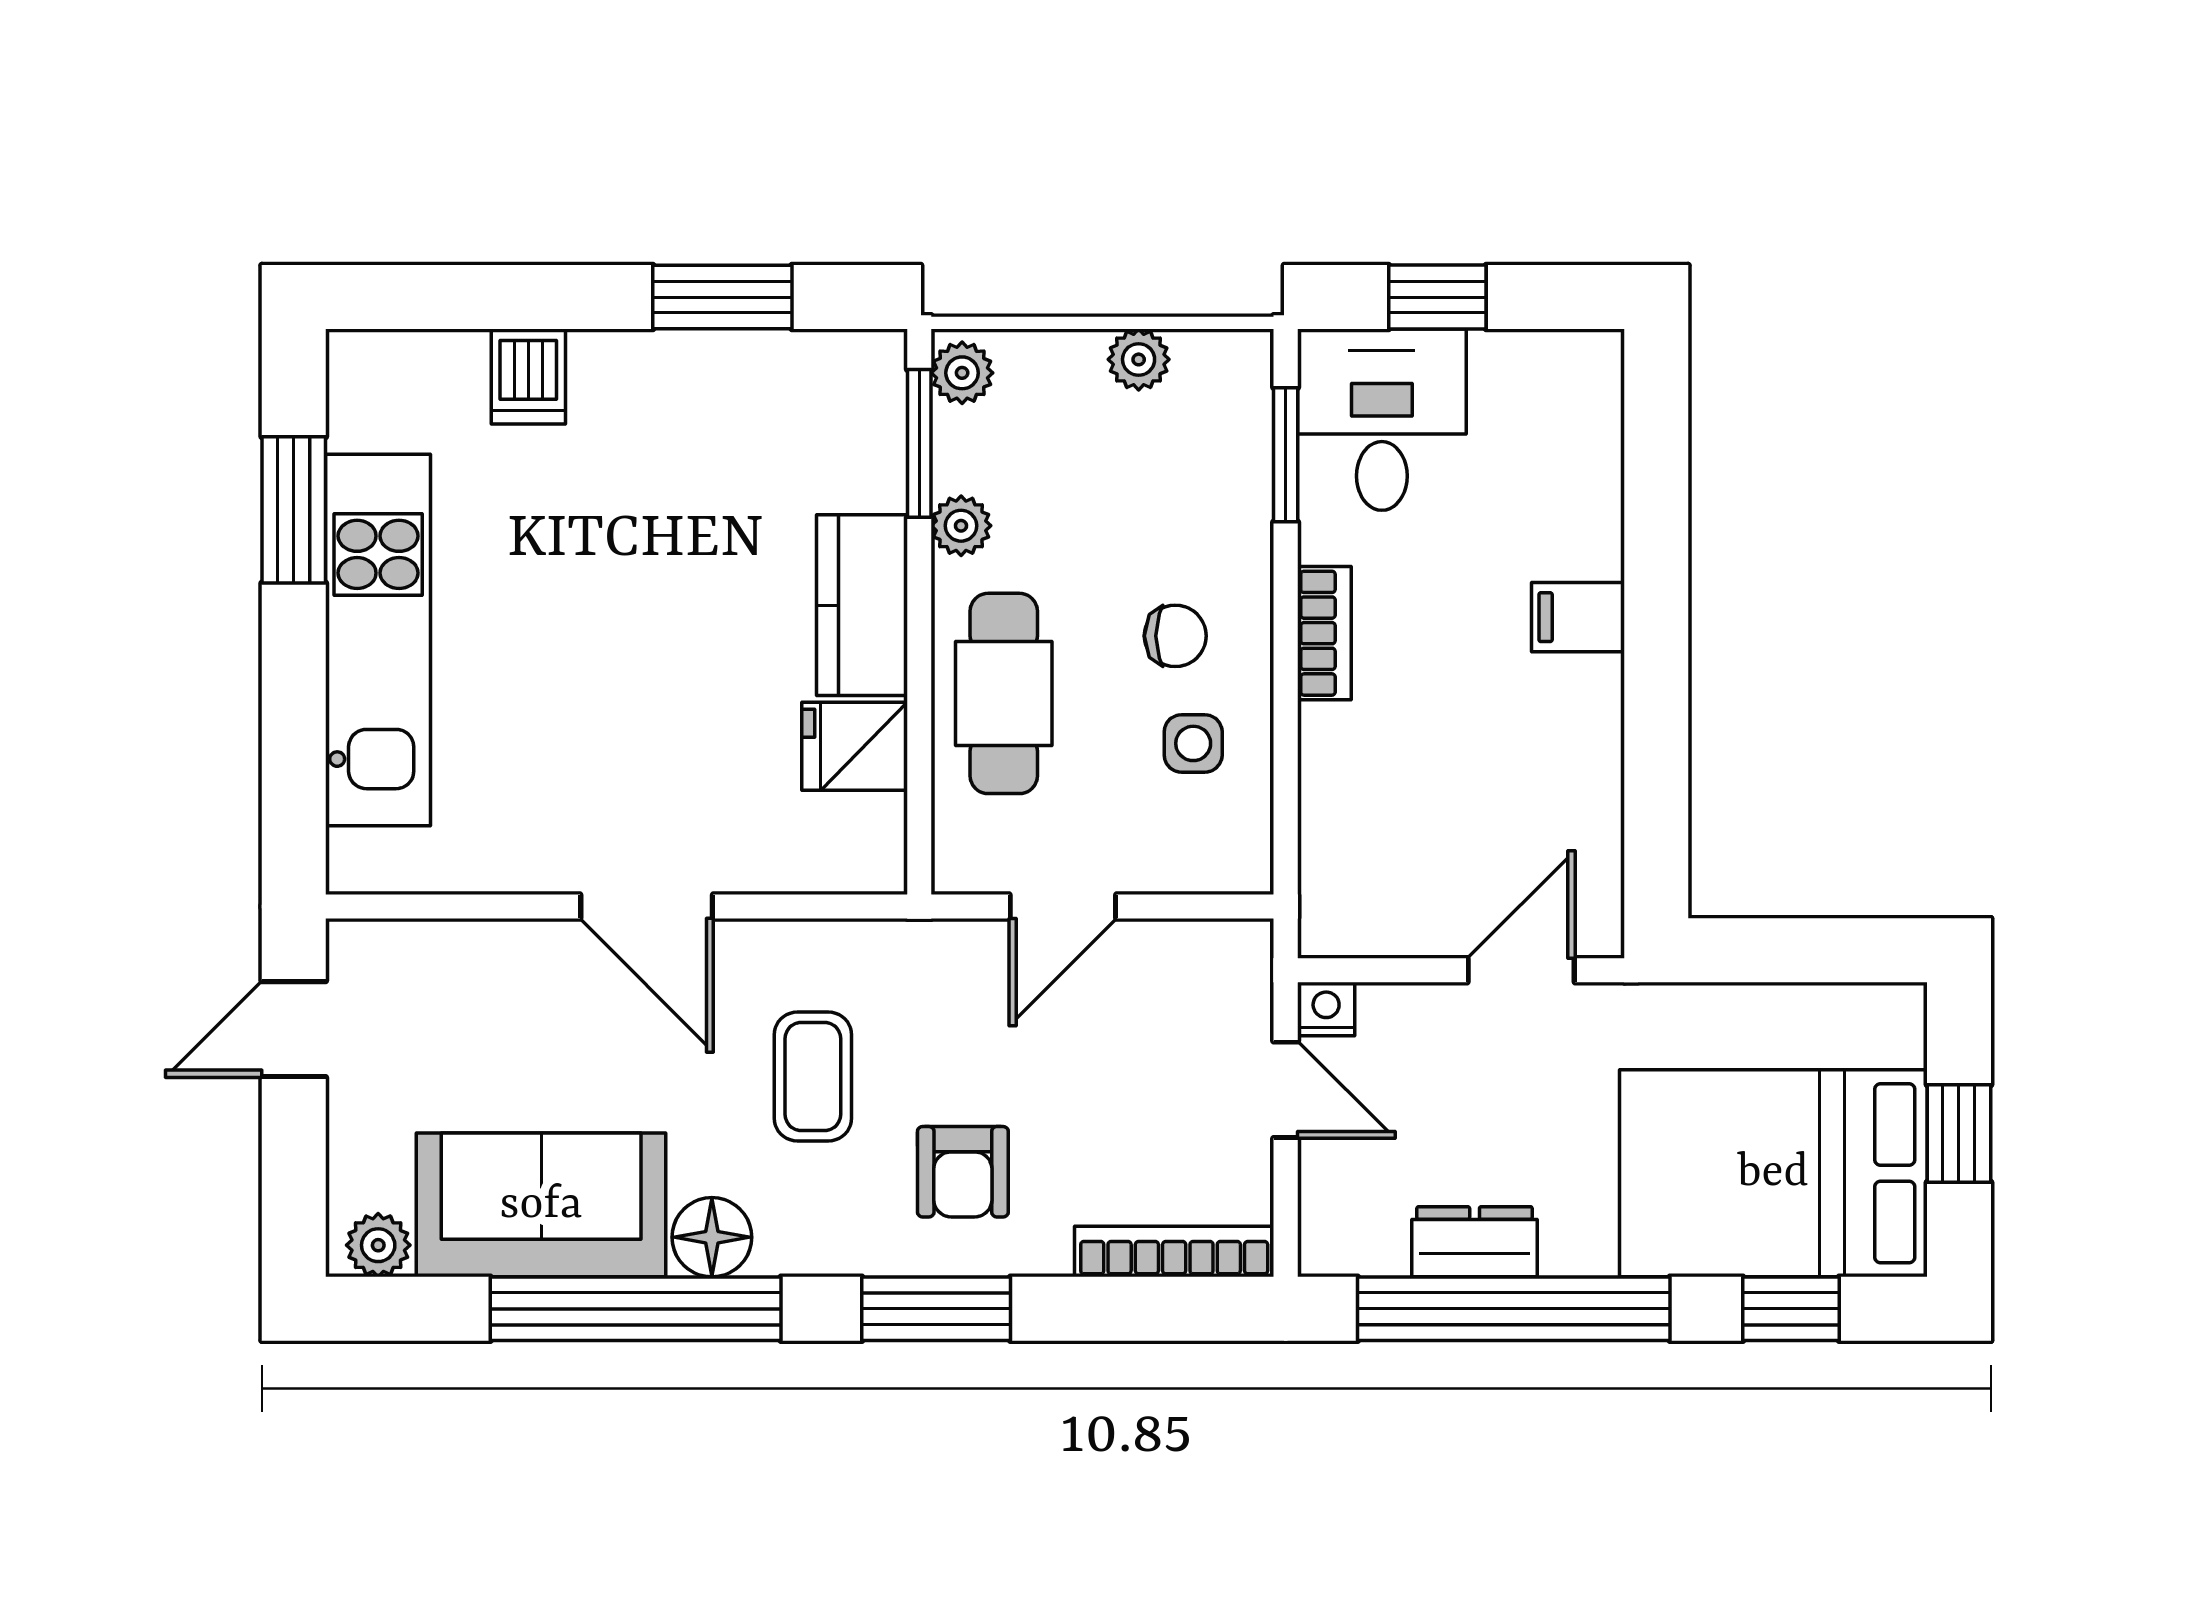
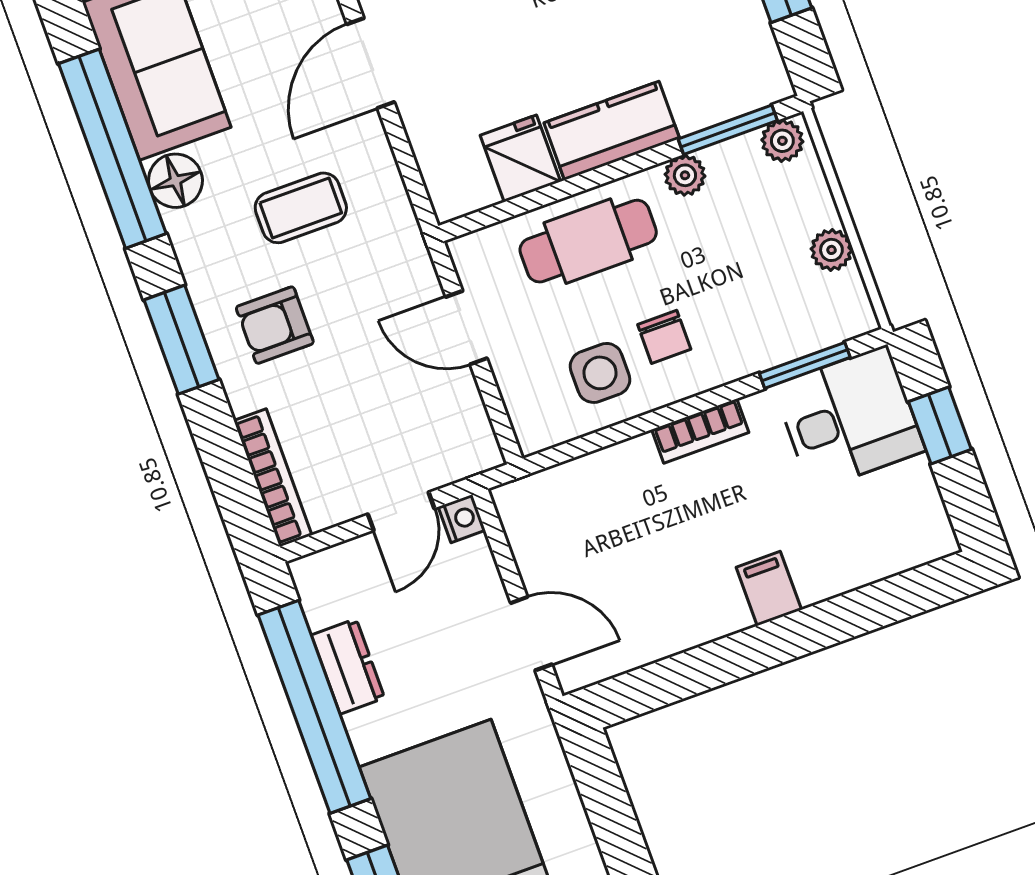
side table: (1193, 743) -> (600, 373), width x1.37, depth x1.37

